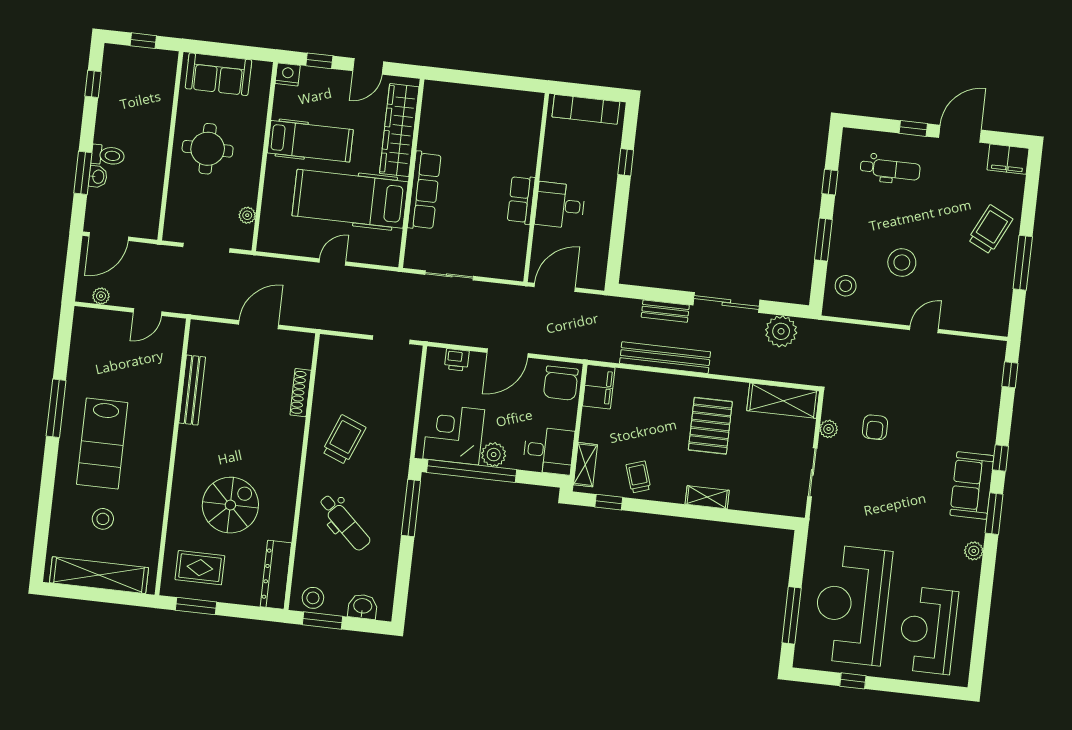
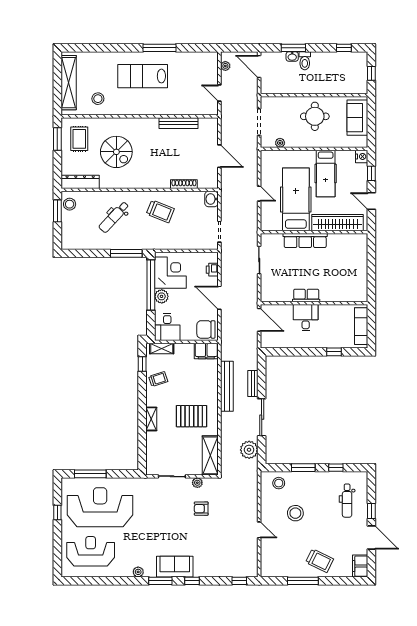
stool: (103, 519) -> (98, 99), moved
washbasin: (363, 607) -> (211, 199), moved, turned 180

